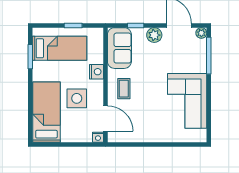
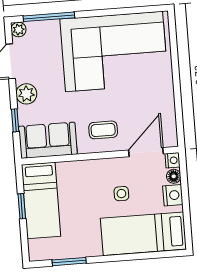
bed: (60, 48) -> (41, 200), moved, turned 180
nightstand: (97, 72) -> (173, 195), moved, turned 90
side table: (77, 98) -> (121, 194), width x0.54, depth x0.54
corner sofa: (187, 101) -> (114, 51), width x1.36, depth x1.36
floor lamp: (86, 137) -> (174, 176), added

